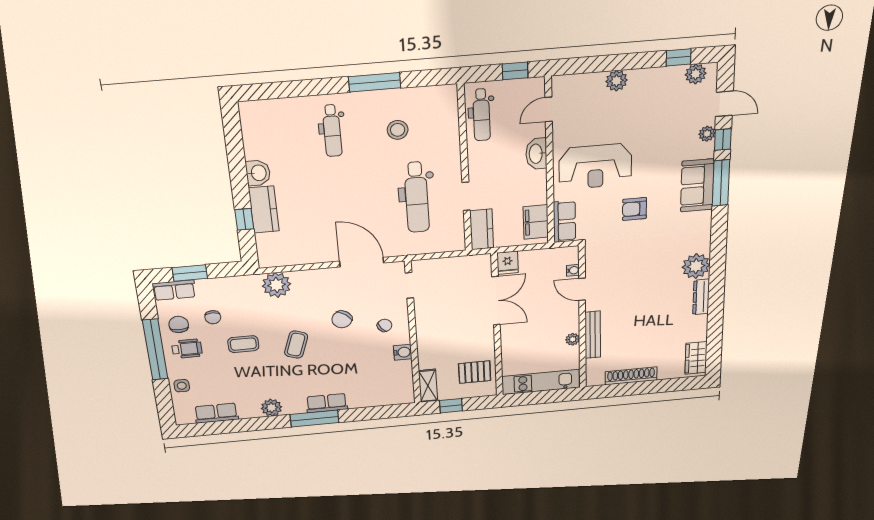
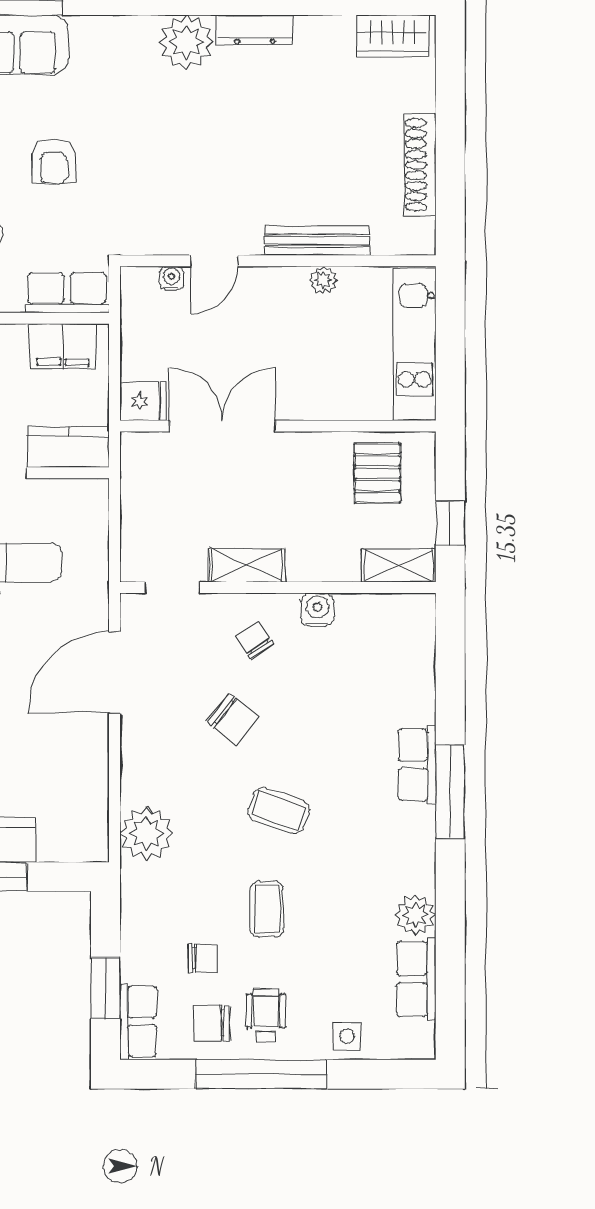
shelving: (424, 319) -> (247, 565), added
plant: (271, 408) -> (416, 915), moved

